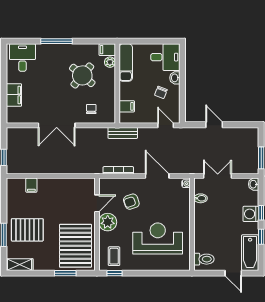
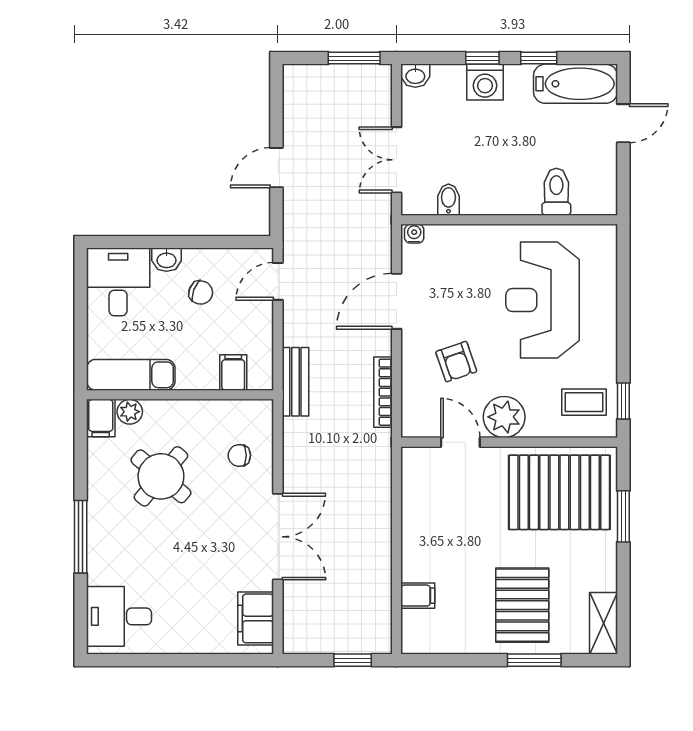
filing cabinet: (14, 95) -> (256, 618), moved, turned -90
toilet: (204, 259) -> (556, 192), moved

